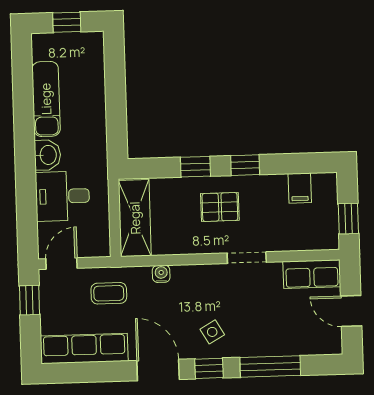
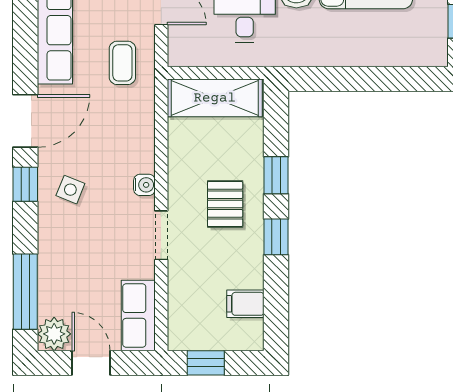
water cooler: (161, 274) -> (144, 185), moved
door: (351, 311) -> (91, 363), hinge flipped
side table: (212, 332) -> (70, 190), turned -38
plant: (329, 341) -> (54, 334), added
window: (270, 366) -> (25, 292), moved

